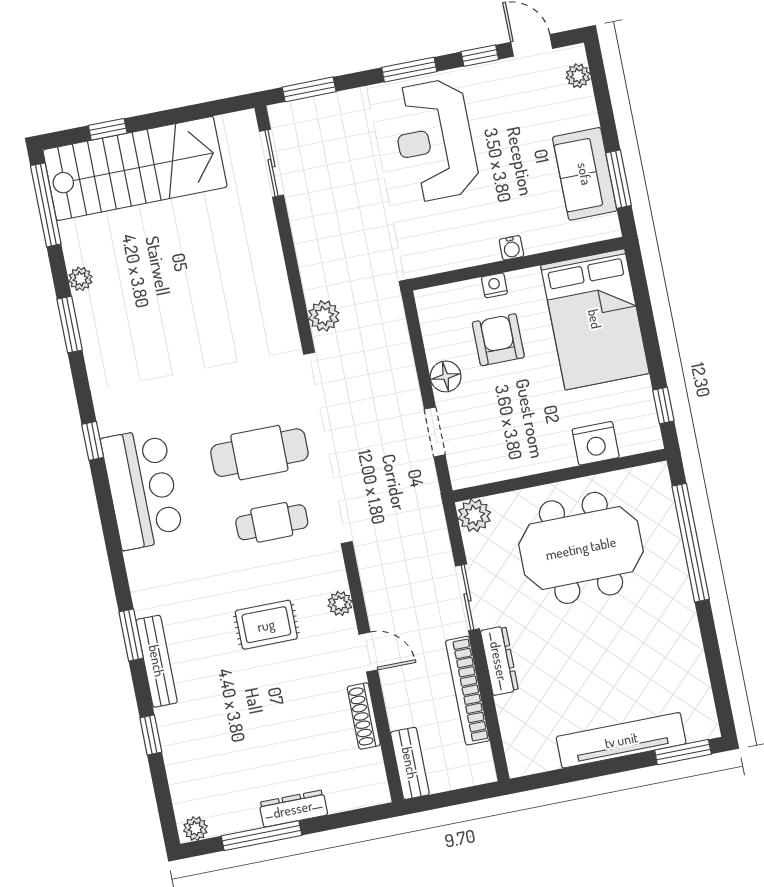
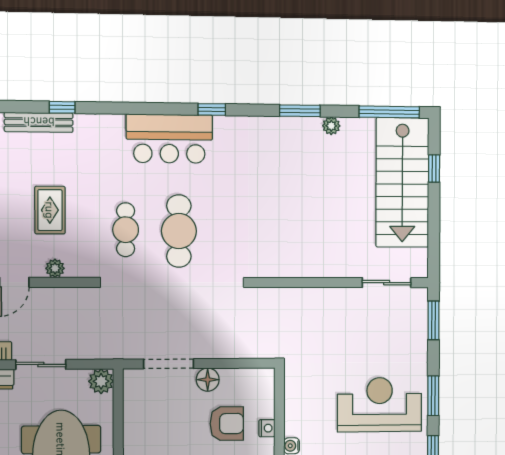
plant: (324, 316) -> (269, 299), removed
doorway: (435, 432) -> (169, 364), width x1.38
window: (131, 635) -> (62, 107), width x0.67

